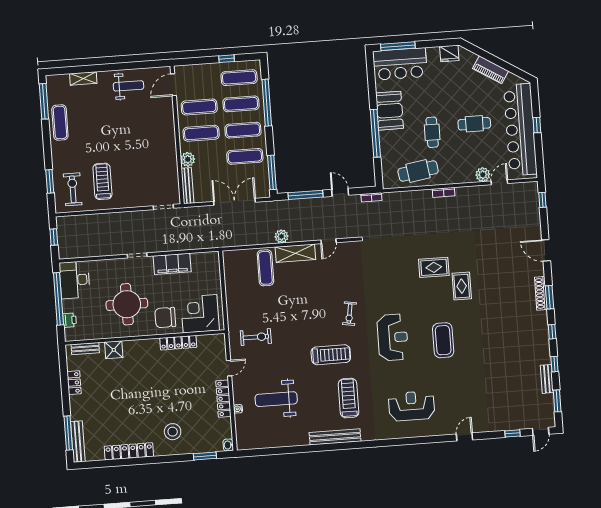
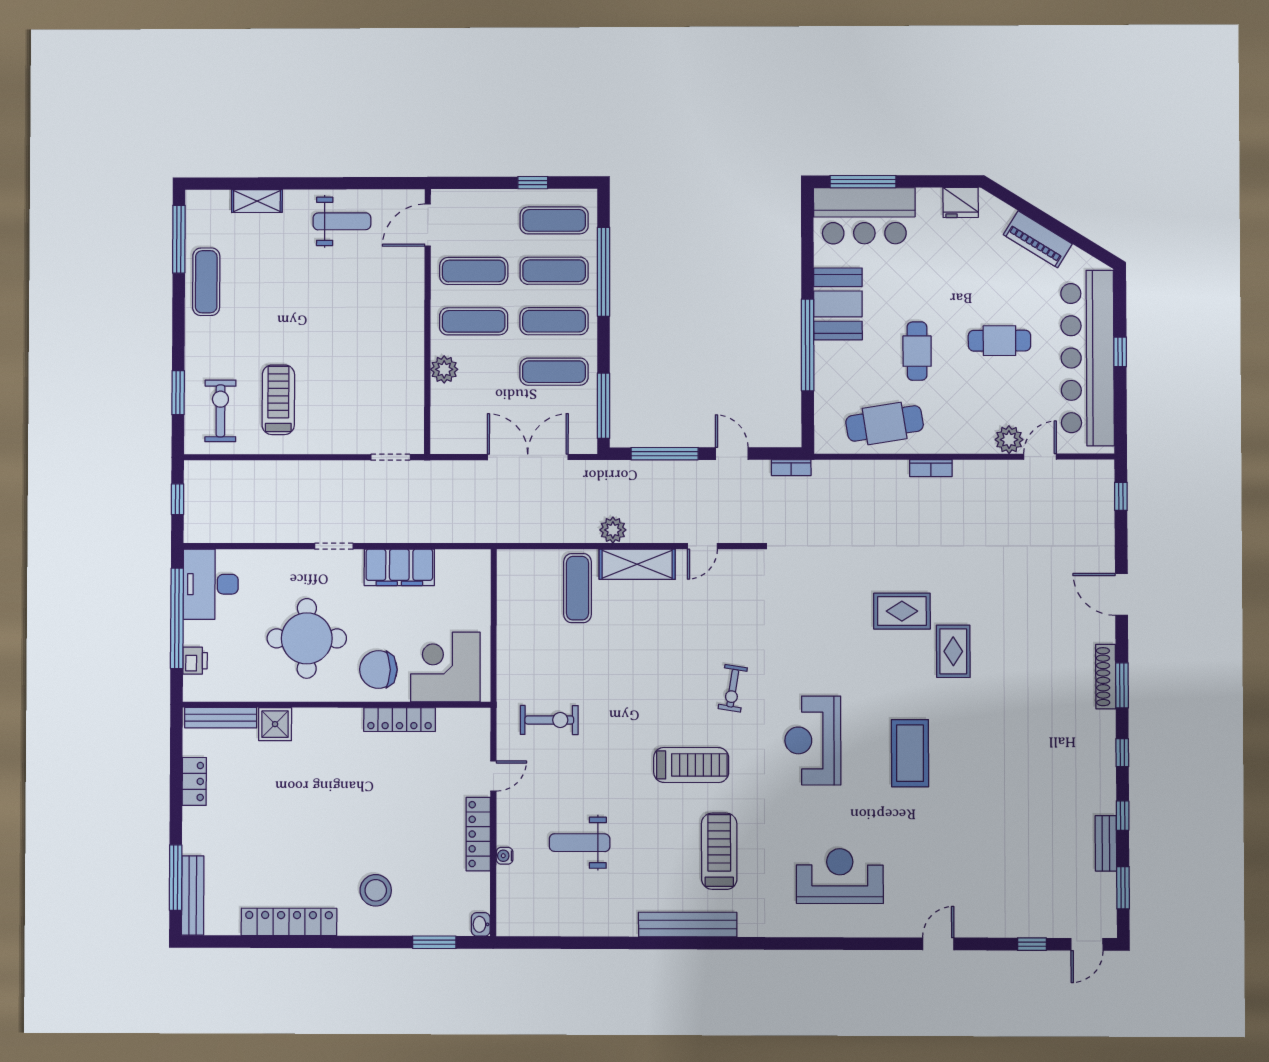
bench: (187, 186) -> (440, 420), removed
reception desk: (393, 337) -> (813, 740), turned 180
bench: (85, 349) -> (221, 718), width x1.36
weight bench: (276, 399) -> (580, 843), width x0.73, depth x0.75

